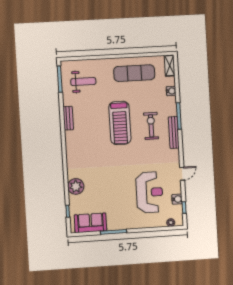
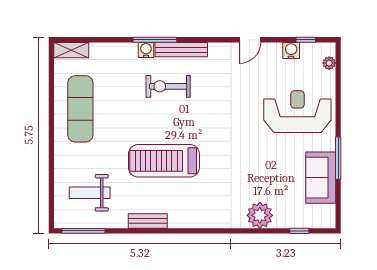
weight bench: (83, 82) -> (90, 193), turned -90
water cooler: (171, 91) -> (146, 50), moved
treadmill: (120, 123) -> (164, 161), moved, turned 180
door: (182, 174) -> (250, 40), swing flipped
reception desk: (149, 192) -> (297, 112), moved
sofa: (90, 223) -> (321, 178), moved

